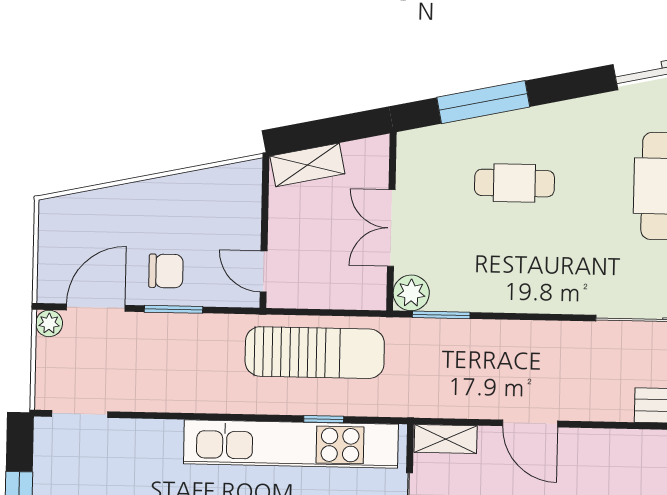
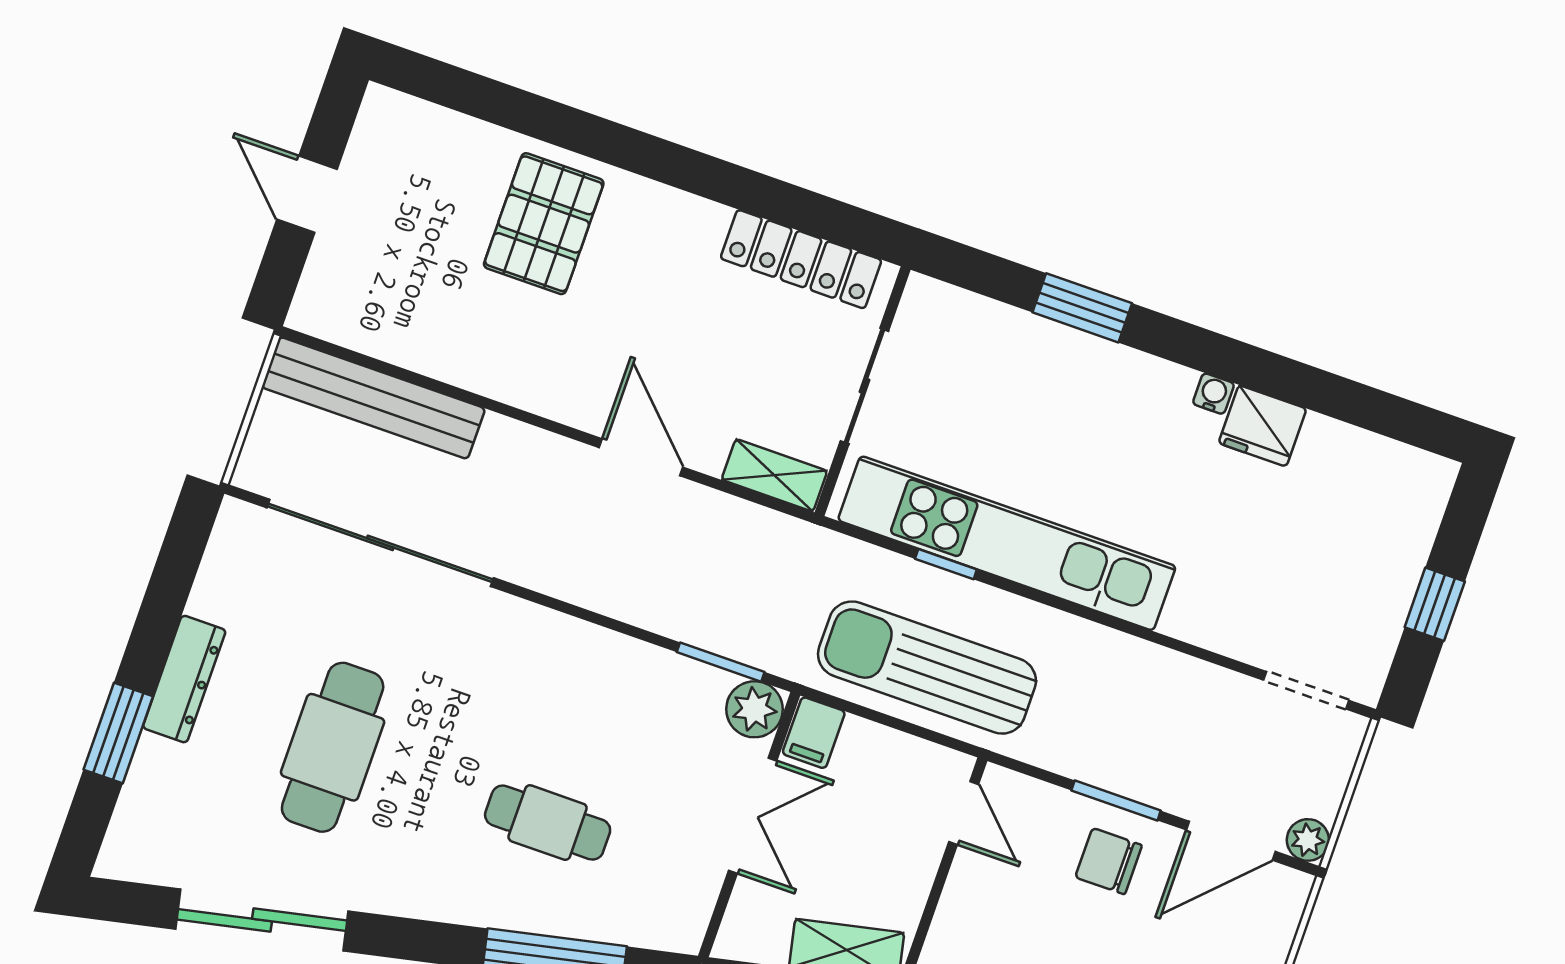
filing cabinet: (371, 290) -> (814, 733), added

